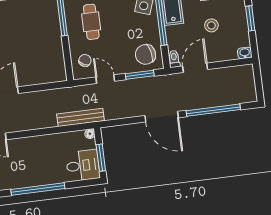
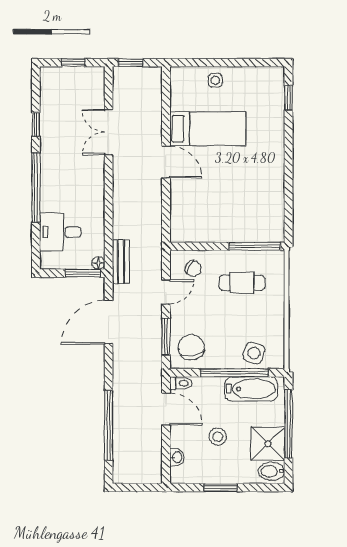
washbasin: (245, 53) -> (177, 457), moved
bench: (81, 117) -> (121, 262), width x0.73
door: (162, 117) -> (109, 322), moved
window: (101, 158) -> (83, 273), moved
desk: (83, 165) -> (60, 232), moved, turned 90

